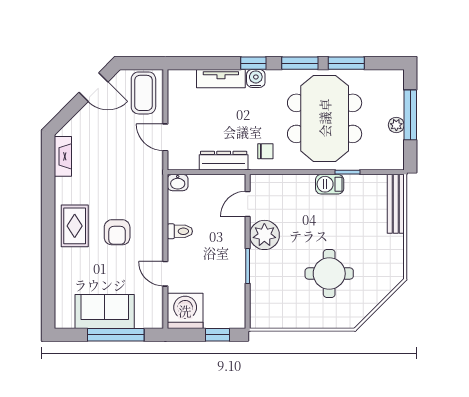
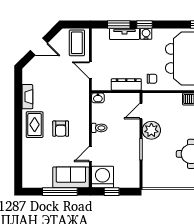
window: (300, 63) -> (119, 24), moved
door: (94, 87) -> (39, 47), moved
fireplace: (63, 156) -> (27, 97), moved
door: (165, 274) -> (90, 154), hinge flipped
sofa: (105, 311) -> (71, 177), moved
window: (217, 335) -> (112, 192), moved

